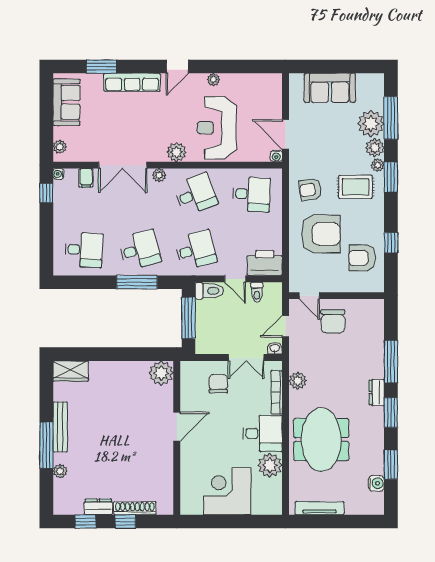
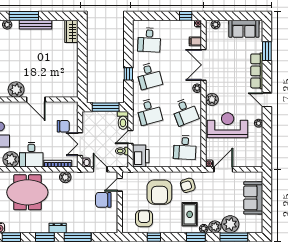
armchair: (310, 190) -> (188, 185), turned -98
window: (137, 282) -> (128, 74), width x0.46
plant: (161, 373) -> (16, 90), moved

